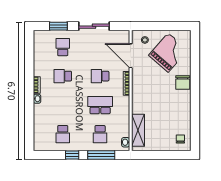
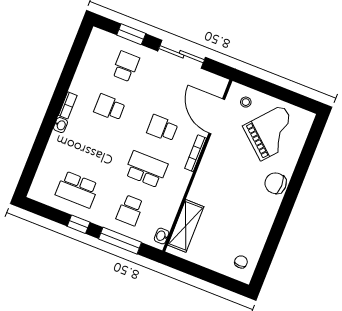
chair: (183, 82) -> (276, 183), turned 90
school desk: (63, 134) -> (77, 189), width x1.85

